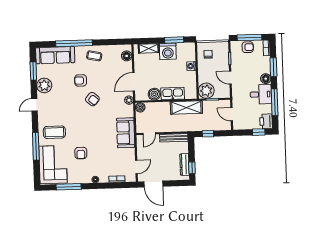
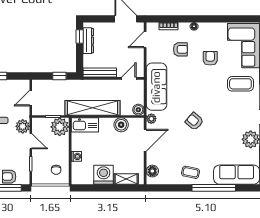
window: (174, 40) -> (96, 188), removed
armchair: (81, 80) -> (180, 49), moved
plant: (238, 90) -> (23, 126), added
kitchen sink: (173, 94) -> (85, 125), moved
shelving: (186, 107) -> (92, 108), width x1.47
door: (232, 114) -> (31, 98), swing flipped
sofa: (126, 133) -> (156, 87), width x1.36
window: (69, 187) -> (226, 19), removed

